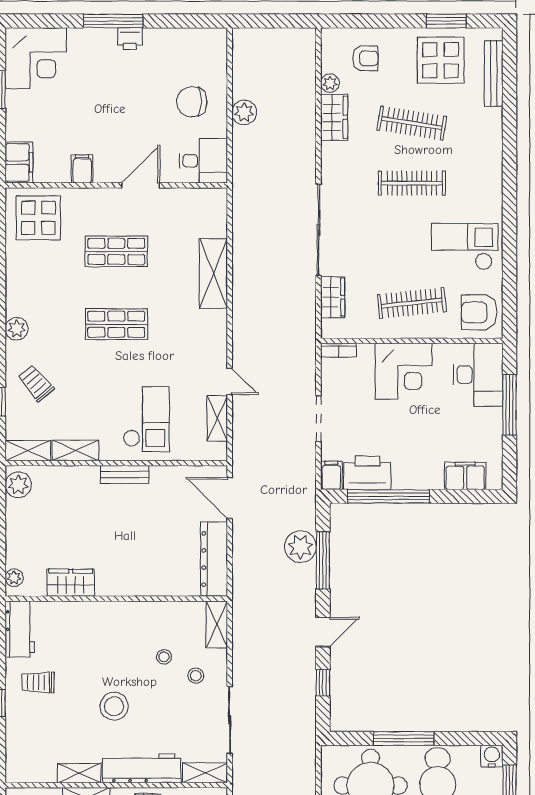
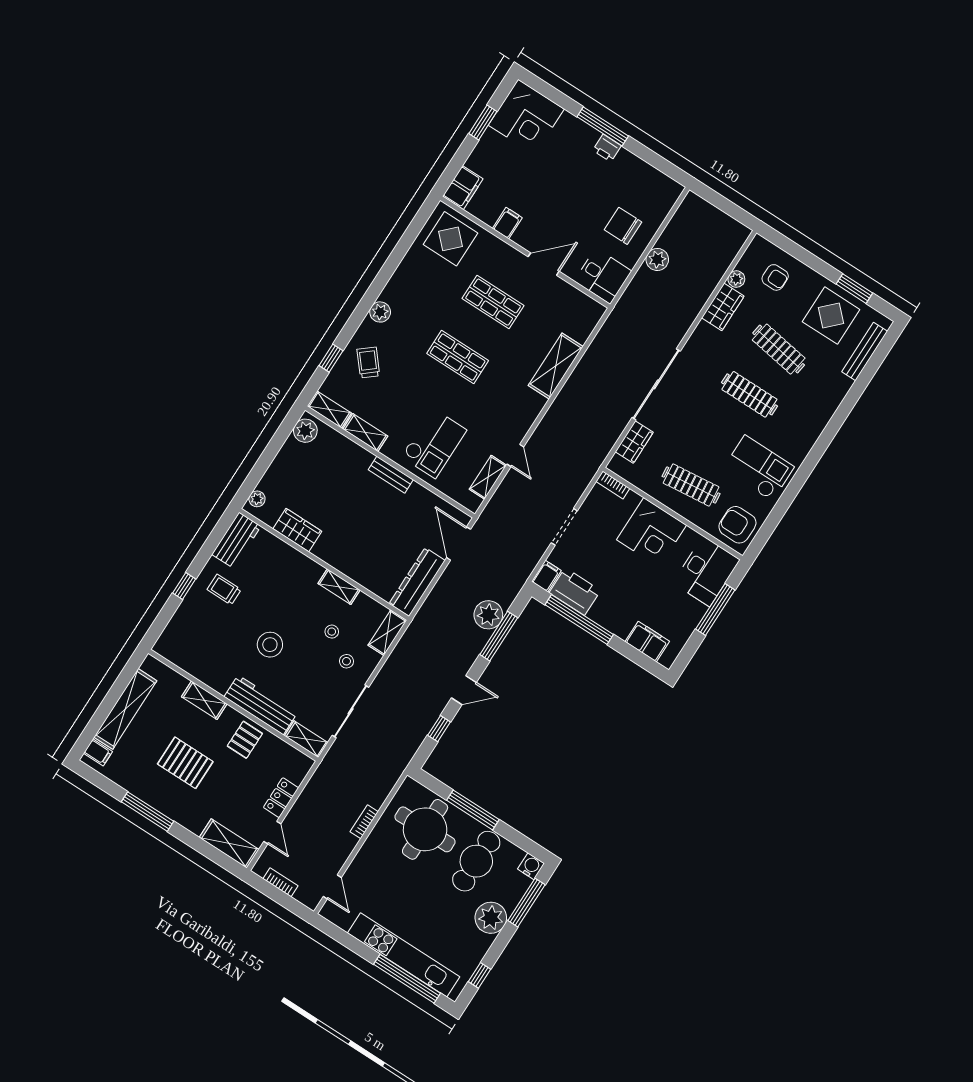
shelving: (79, 773) -> (339, 587), moved

